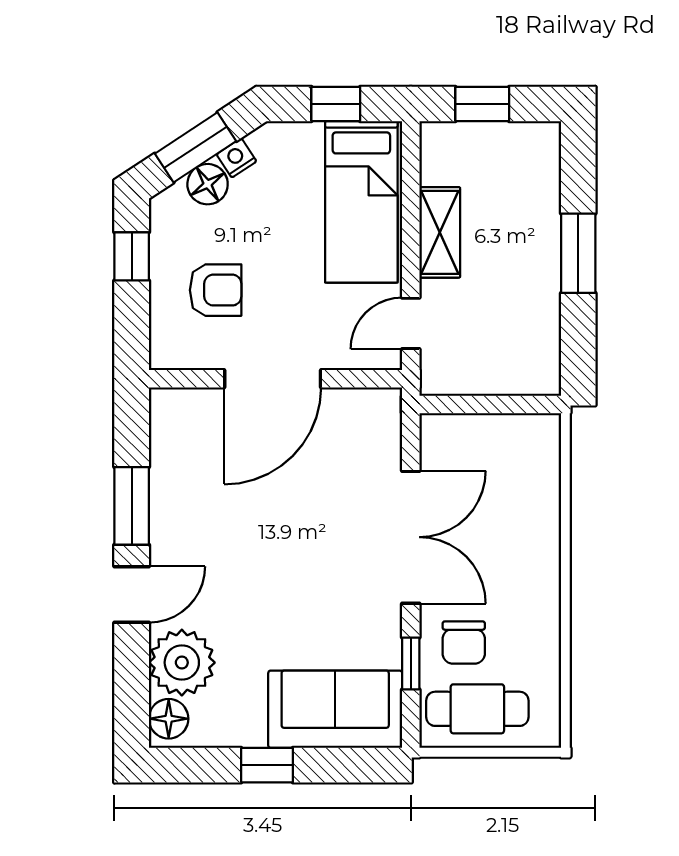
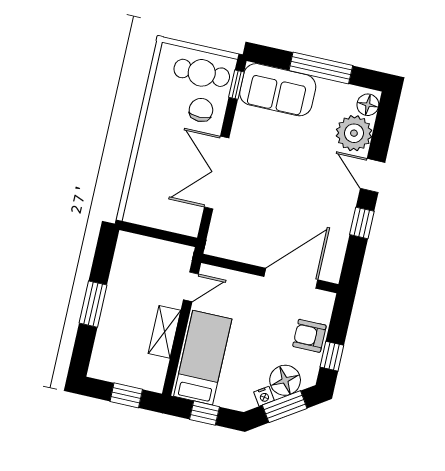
floor lamp: (208, 184) -> (285, 380), width x1.38, depth x1.38
armchair: (216, 290) -> (309, 336), moved
door: (273, 379) -> (291, 278), moved
window: (132, 506) -> (362, 223), width x0.67
door: (132, 595) -> (373, 176), hinge flipped
window: (411, 663) -> (236, 85), moved
window: (267, 765) -> (321, 68), width x2.17

